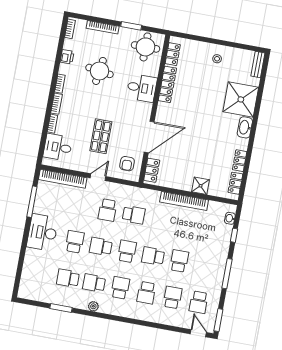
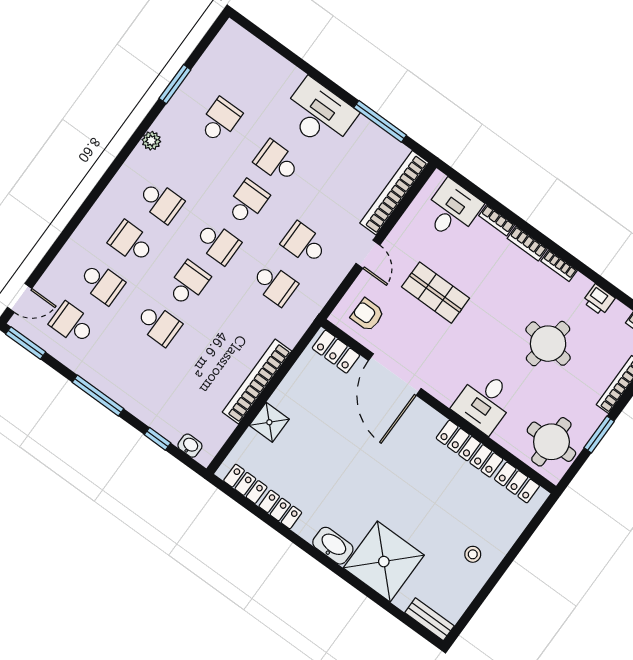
school desk: (134, 215) -> (275, 284), turned -90
school desk: (75, 242) -> (277, 162), turned 180
school desk: (94, 283) -> (190, 161), removed

